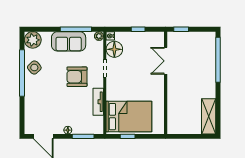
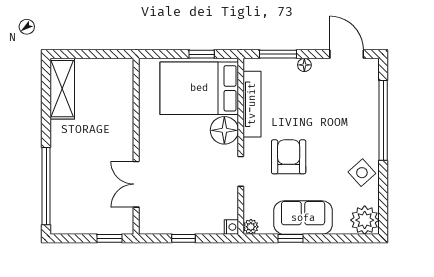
window: (76, 29) -> (291, 238), width x0.46
floor lamp: (114, 49) -> (224, 130), moved
double door: (166, 61) -> (136, 184), swing flipped
window: (22, 73) -> (383, 120), moved
armchair: (77, 77) -> (289, 157), turned -90
tv unit: (98, 102) -> (252, 104), width x1.41

